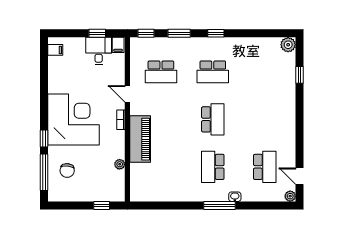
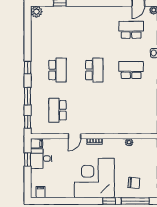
school desk: (161, 72) -> (57, 110), turned 180
school desk: (213, 119) -> (94, 70), turned 90
piano: (140, 139) -> (109, 126), removed
school desk: (213, 167) -> (131, 70), turned 180

